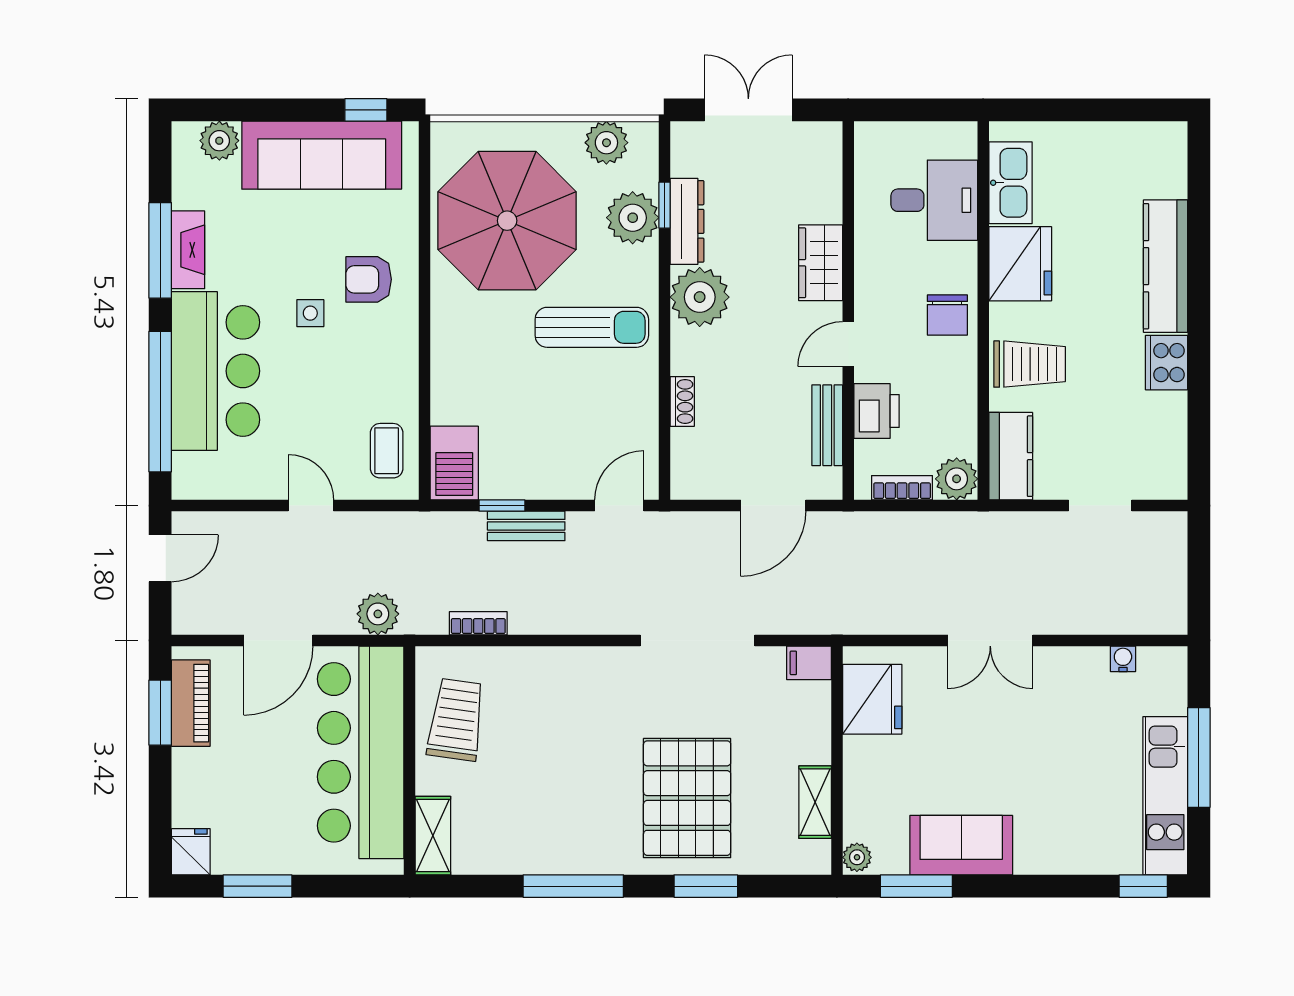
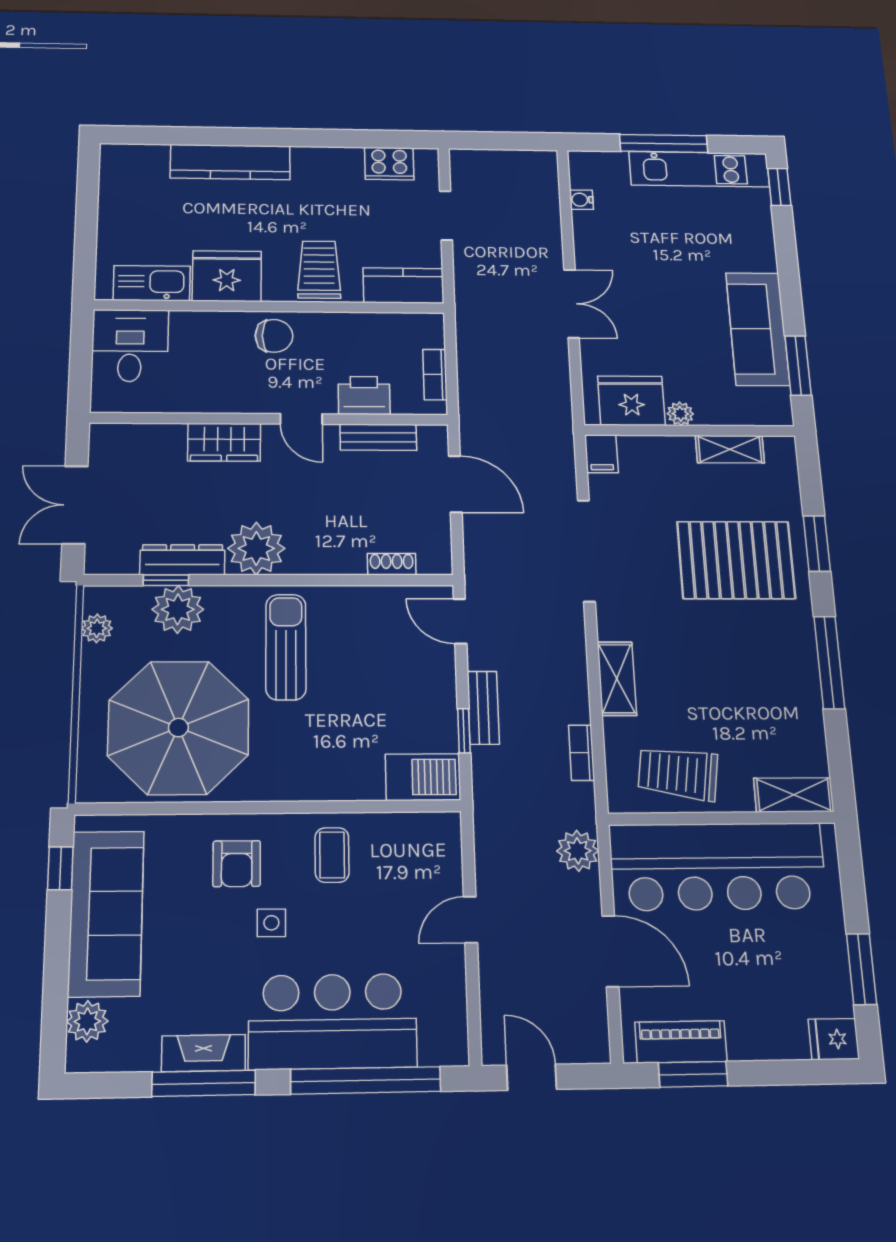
plant: (606, 143) -> (97, 628), width x0.73, depth x0.73
desk: (934, 200) -> (130, 345), moved
cooker: (1167, 363) -> (389, 164), moved
shoe rack: (682, 401) -> (392, 564), moved
coffee table: (387, 451) -> (332, 855), moved, turned 90
plant: (957, 479) -> (425, 330), removed
shelving: (557, 664) -> (617, 679), added
sofa: (961, 845) -> (758, 329), width x1.36
plant: (857, 857) -> (680, 414), moved

